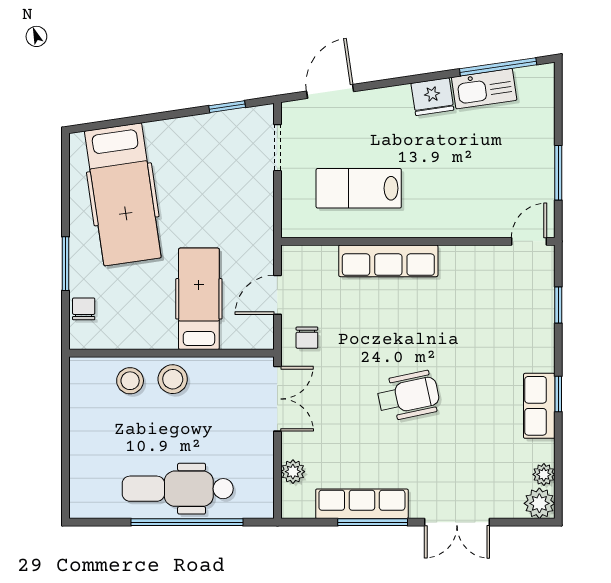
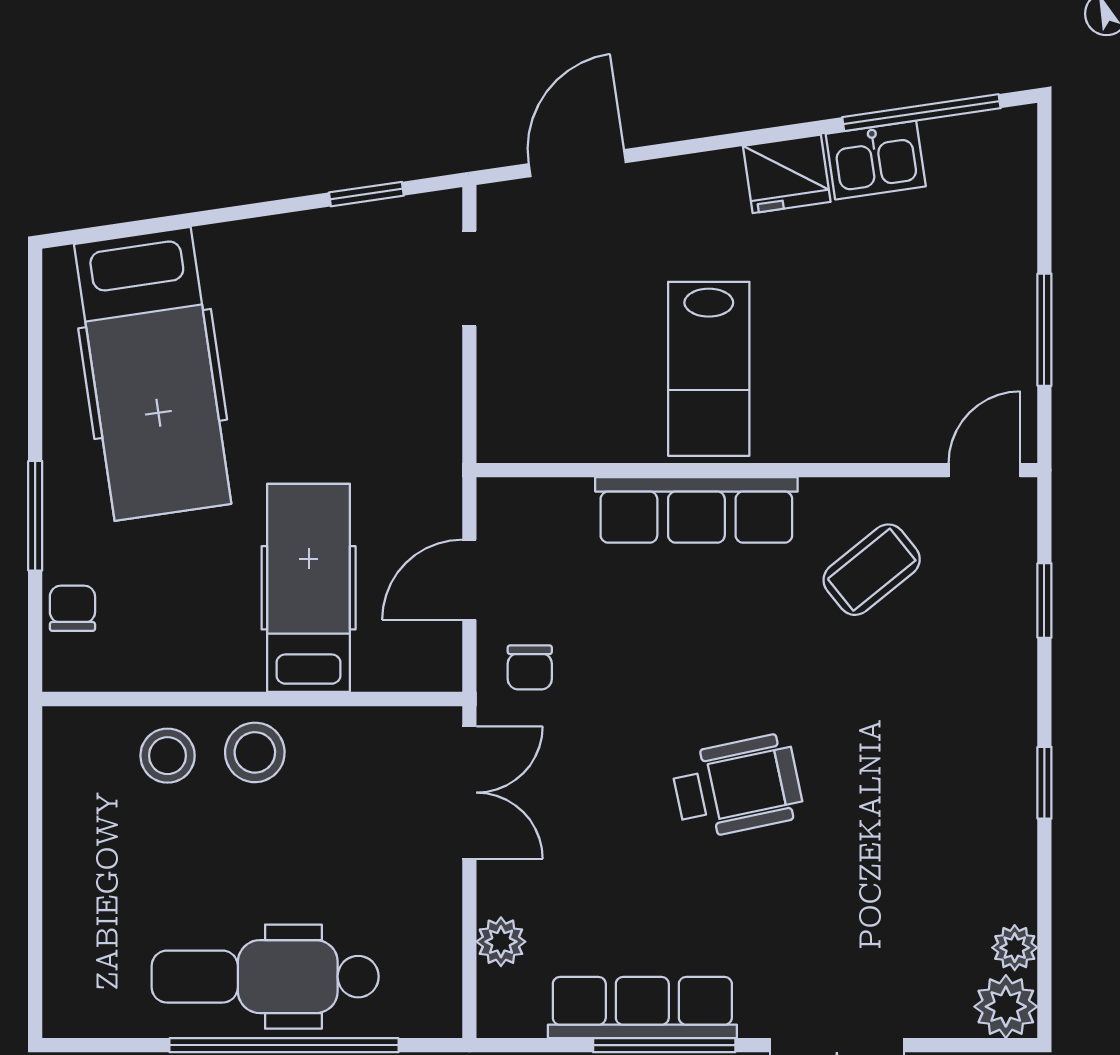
kitchen sink: (484, 89) -> (876, 160), width x0.73
lab bench: (359, 188) -> (709, 369), moved, turned -90
coffee table: (474, 290) -> (872, 570), added
row of seats: (539, 406) -> (1005, 807), removed

